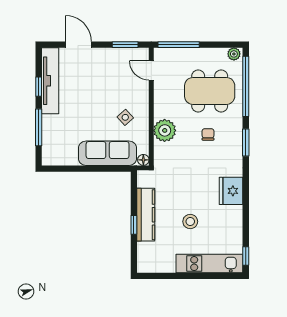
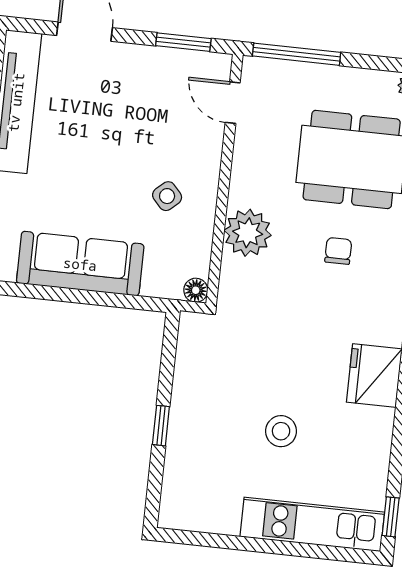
sofa: (108, 153) -> (80, 264), moved
kitchen counter: (146, 215) -> (188, 407), removed

